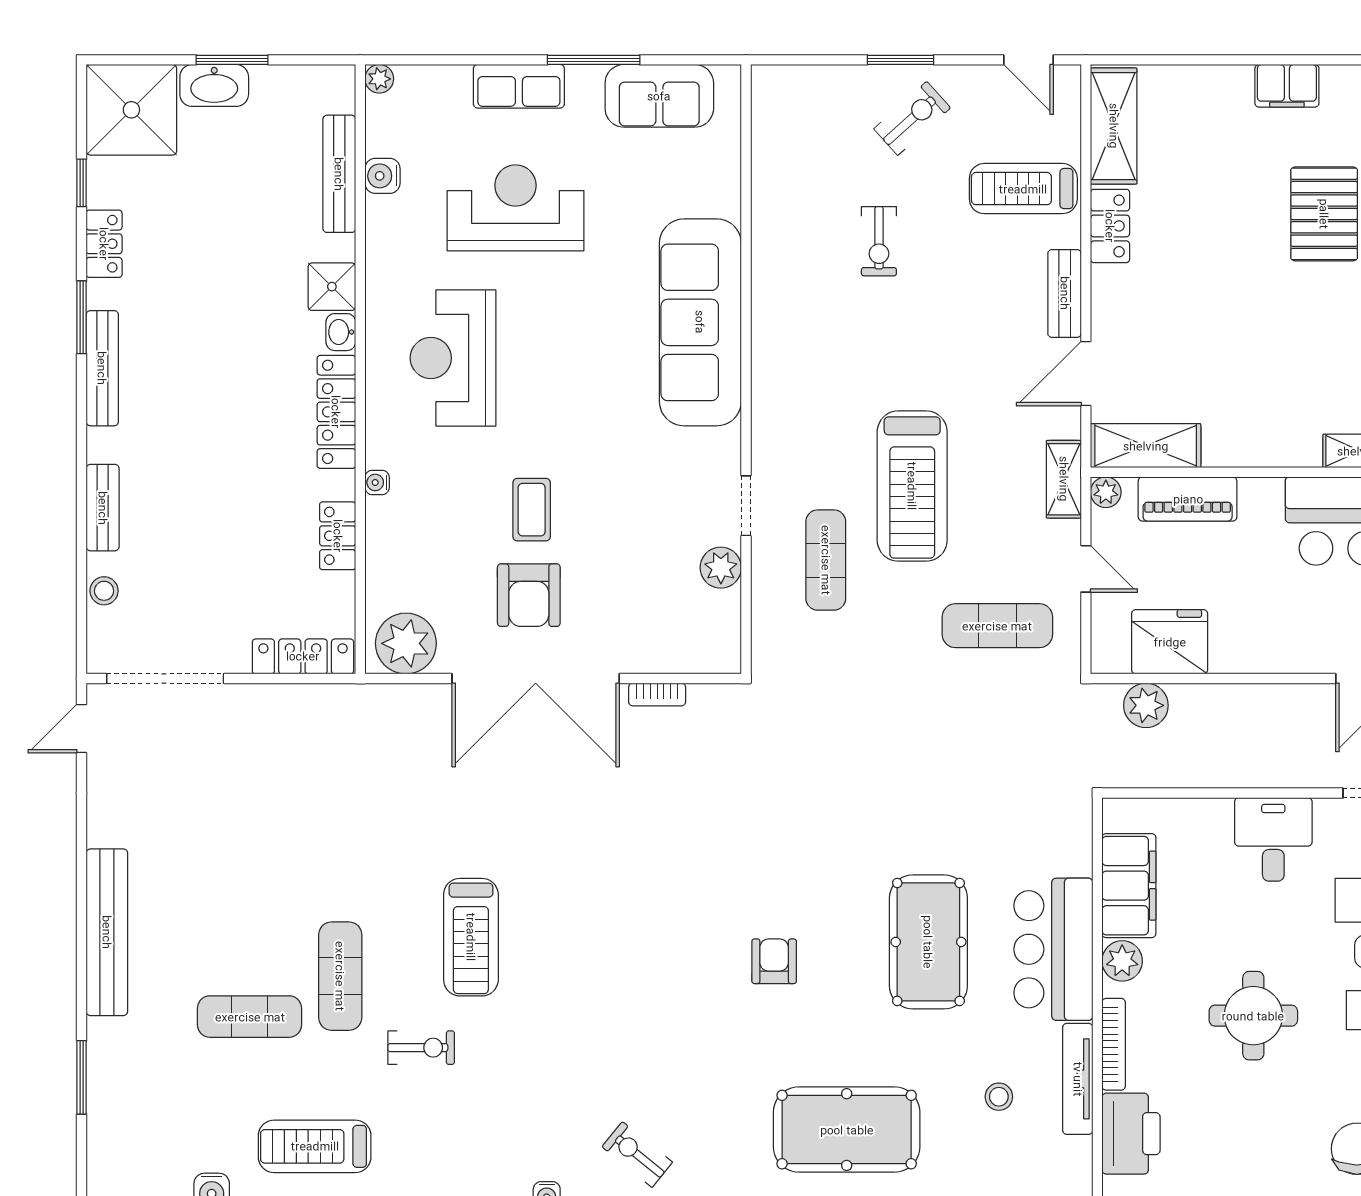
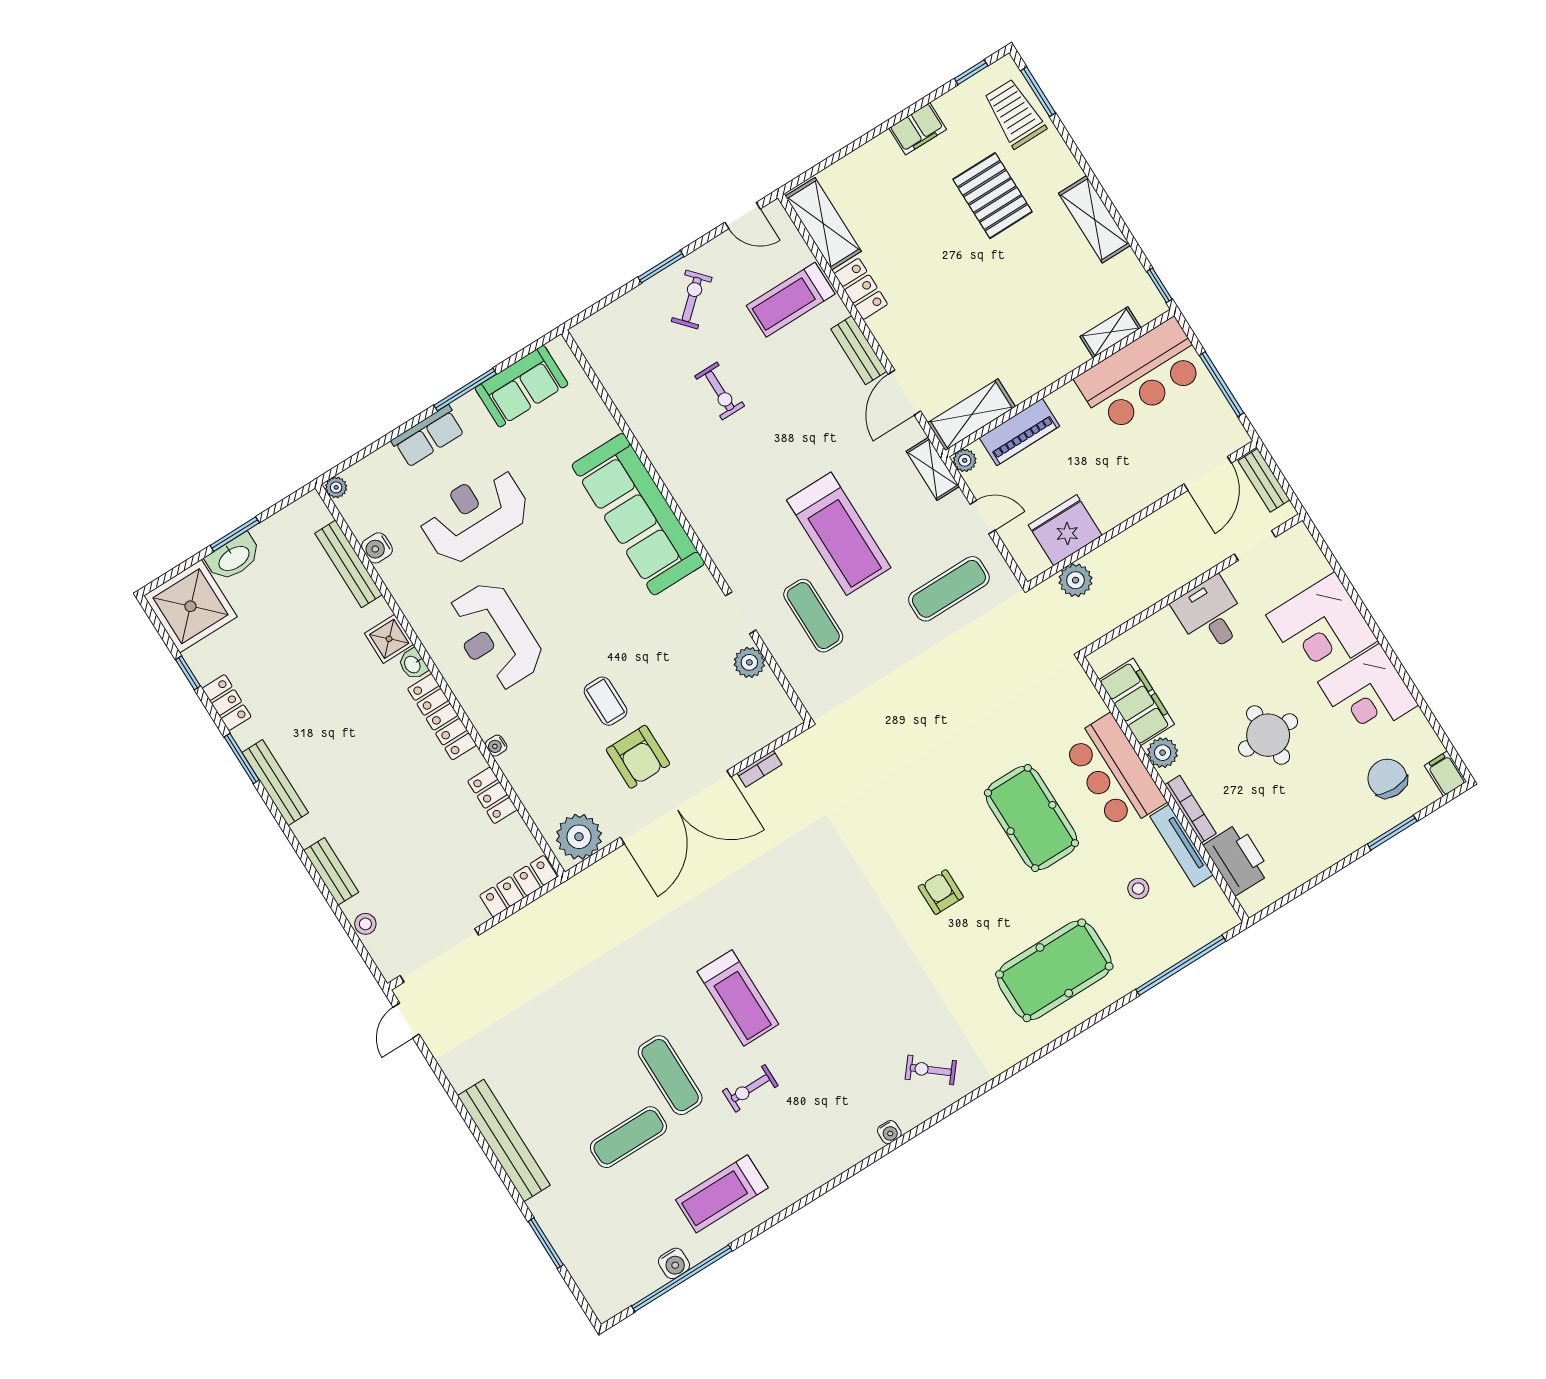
exercise bike: (421, 1048) -> (750, 1088), turned 180

